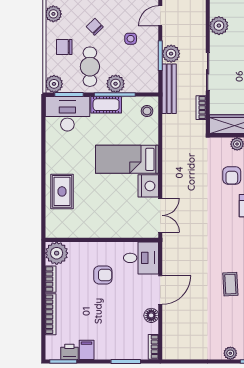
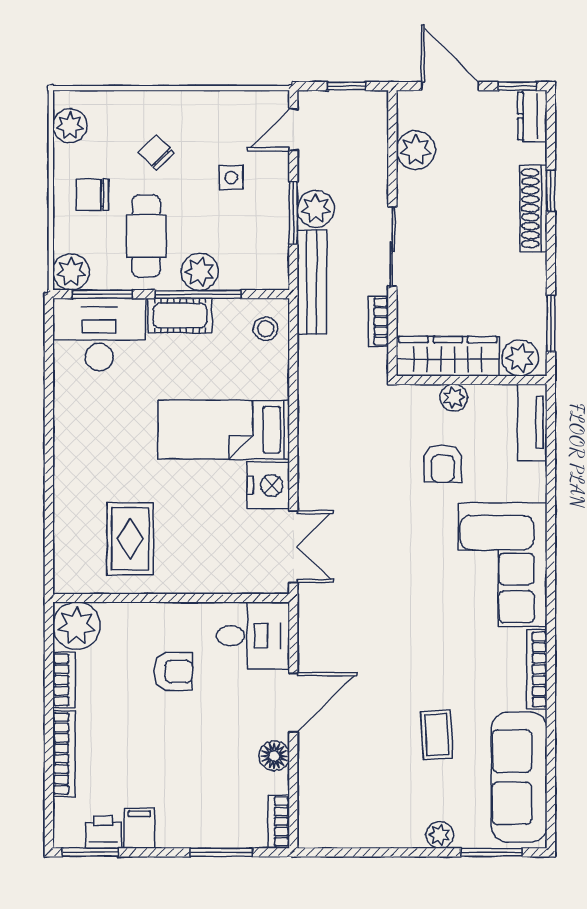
rug: (62, 191) -> (130, 539), moved
coffee table: (230, 284) -> (437, 735), moved

